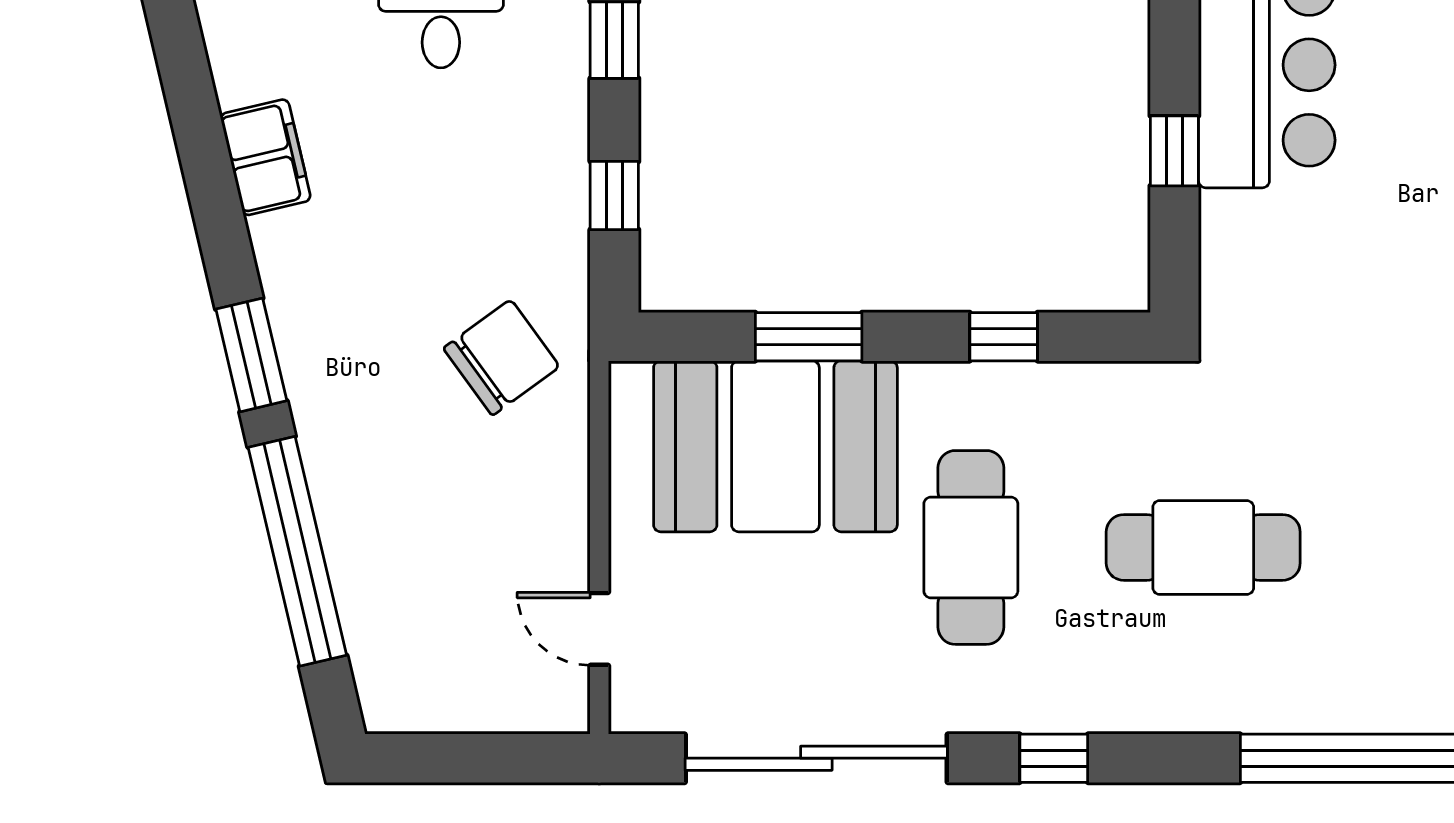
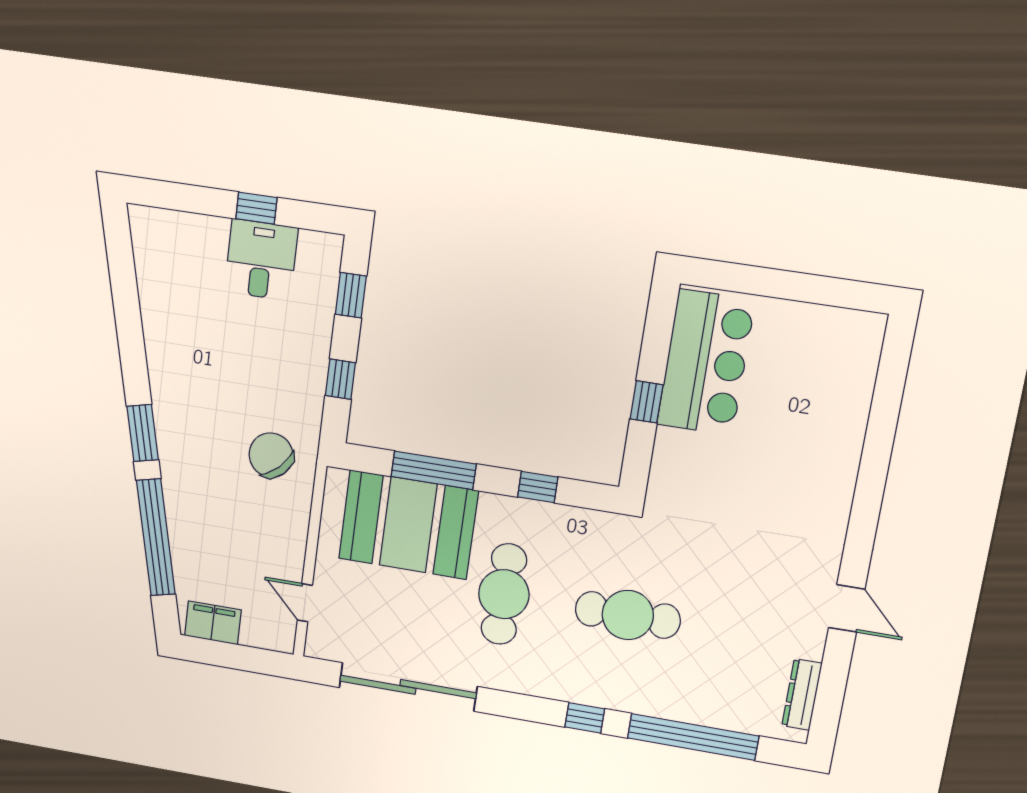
filing cabinet: (266, 157) -> (213, 623), moved, turned -77
window: (809, 337) -> (434, 470), width x1.44
chair: (501, 357) -> (271, 455), turned -98
window: (1054, 758) -> (585, 718), moved

